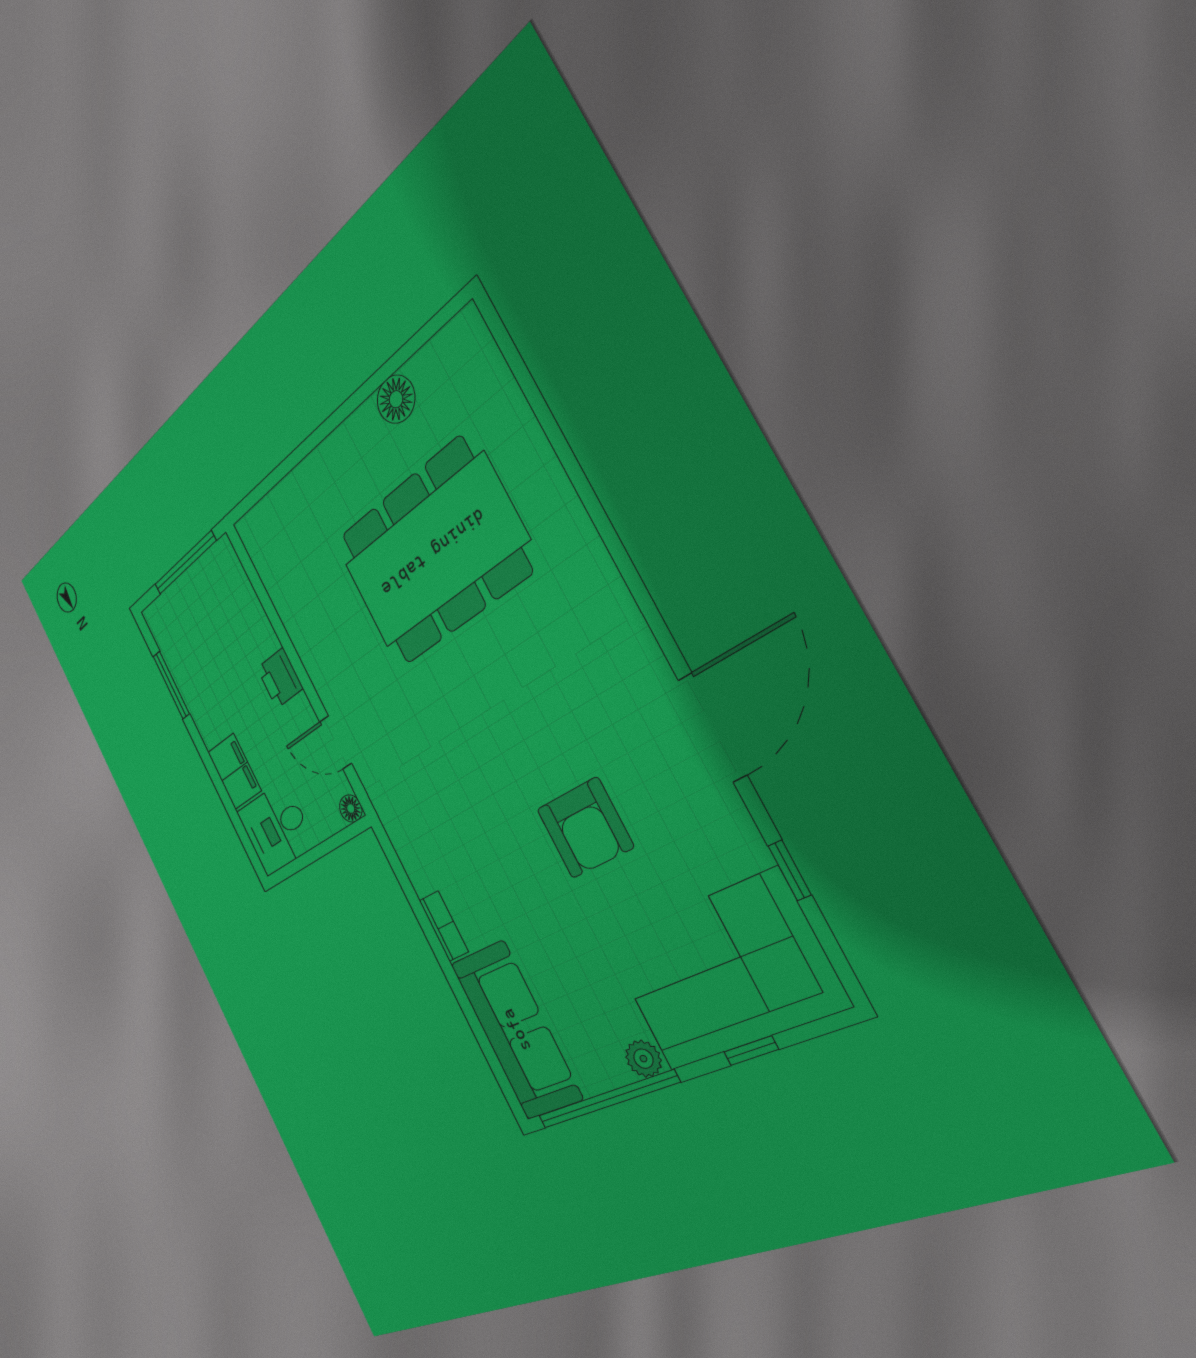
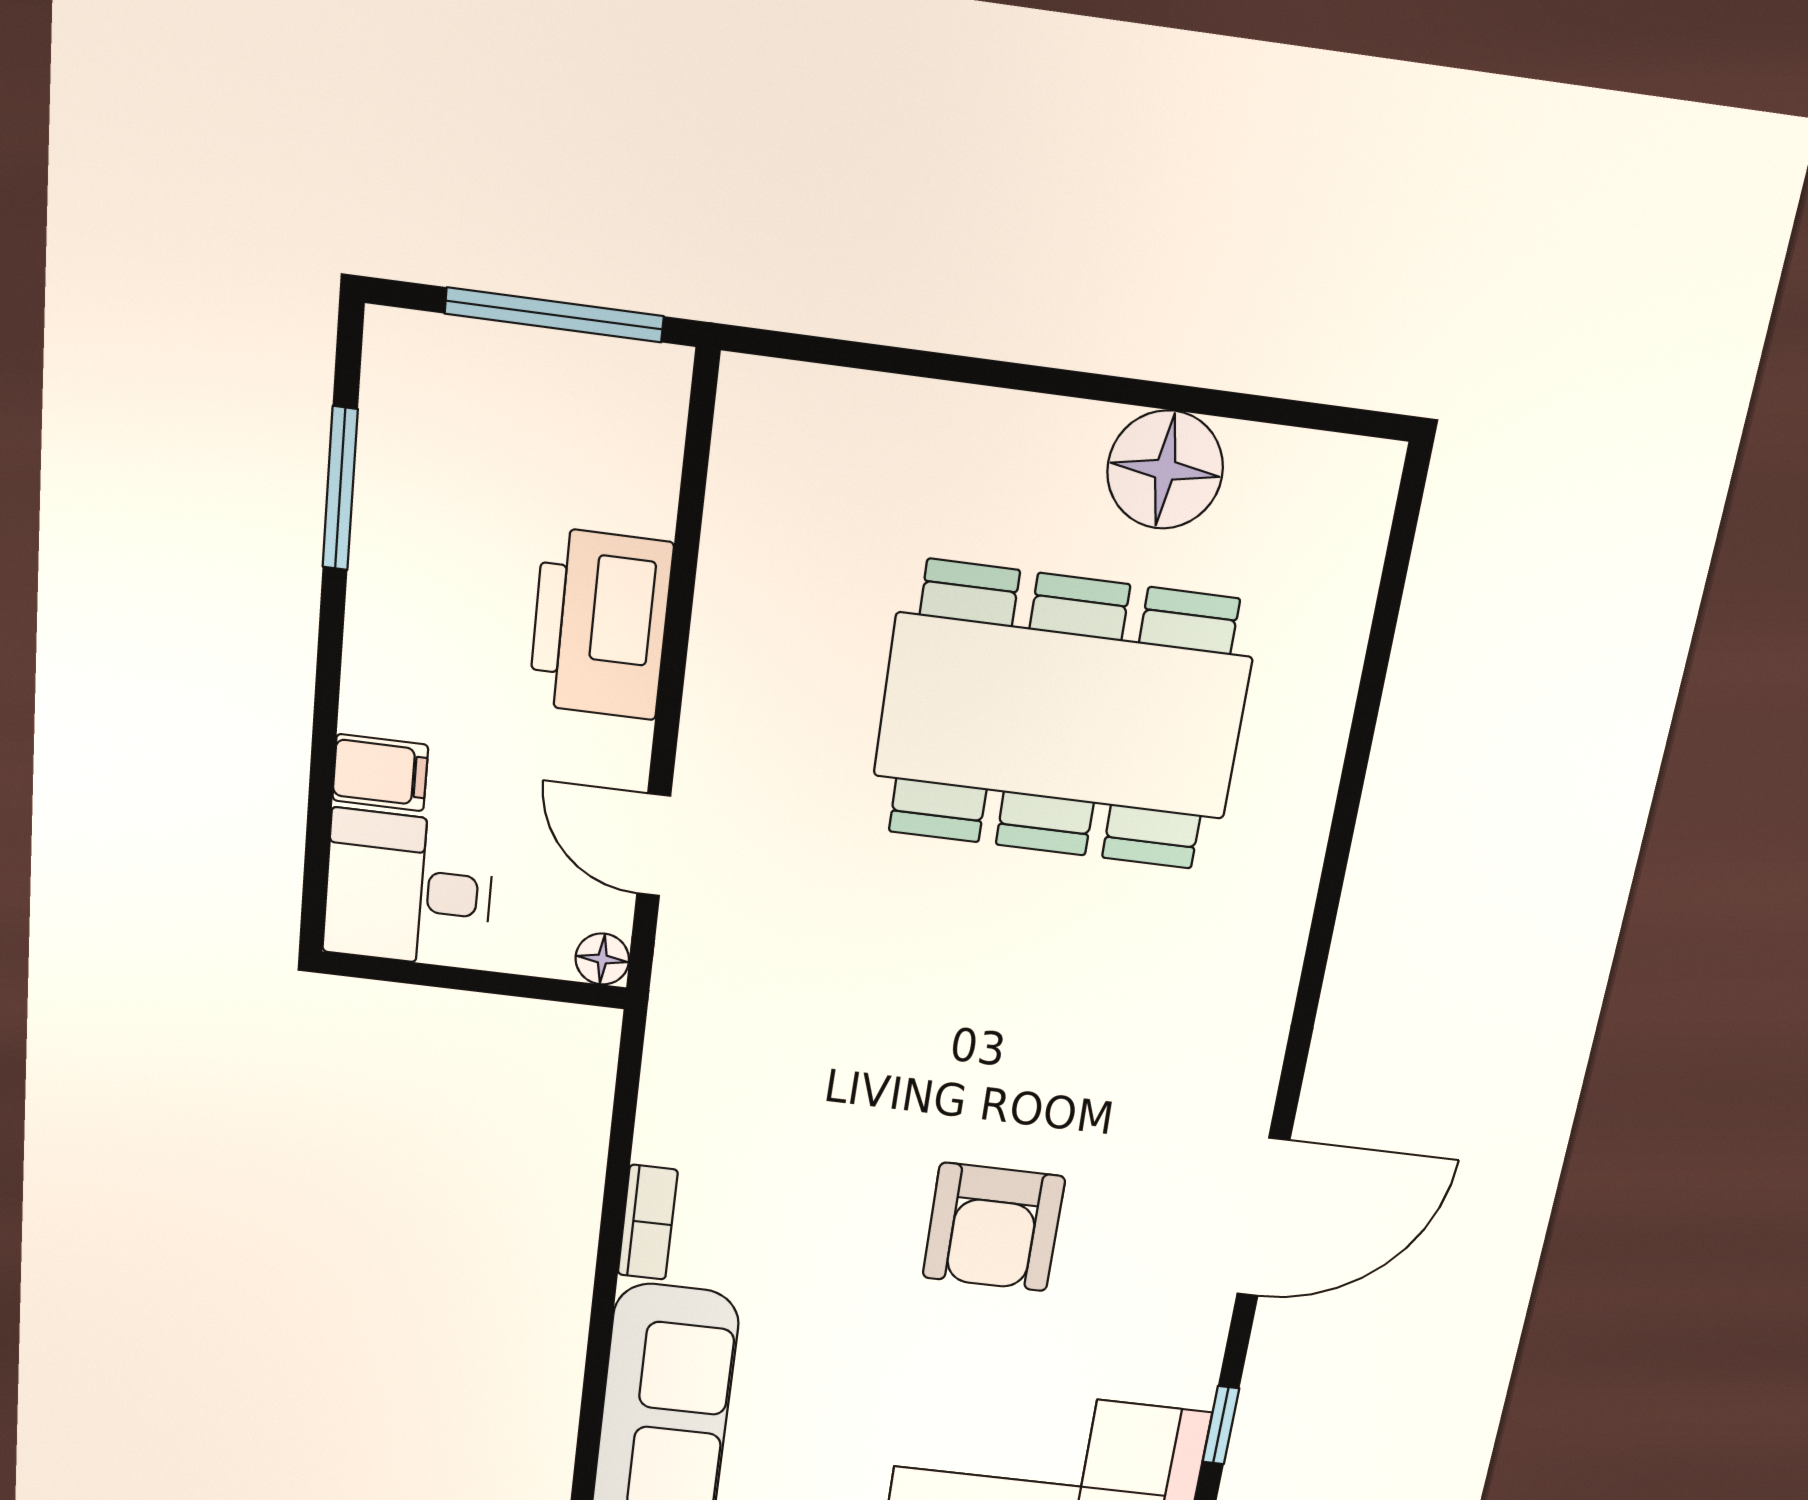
floor lamp: (396, 399) -> (1165, 470), width x1.38, depth x1.38
printer: (280, 678) -> (600, 624), width x1.87, depth x1.48
filing cabinet: (234, 771) -> (380, 773), width x0.50

